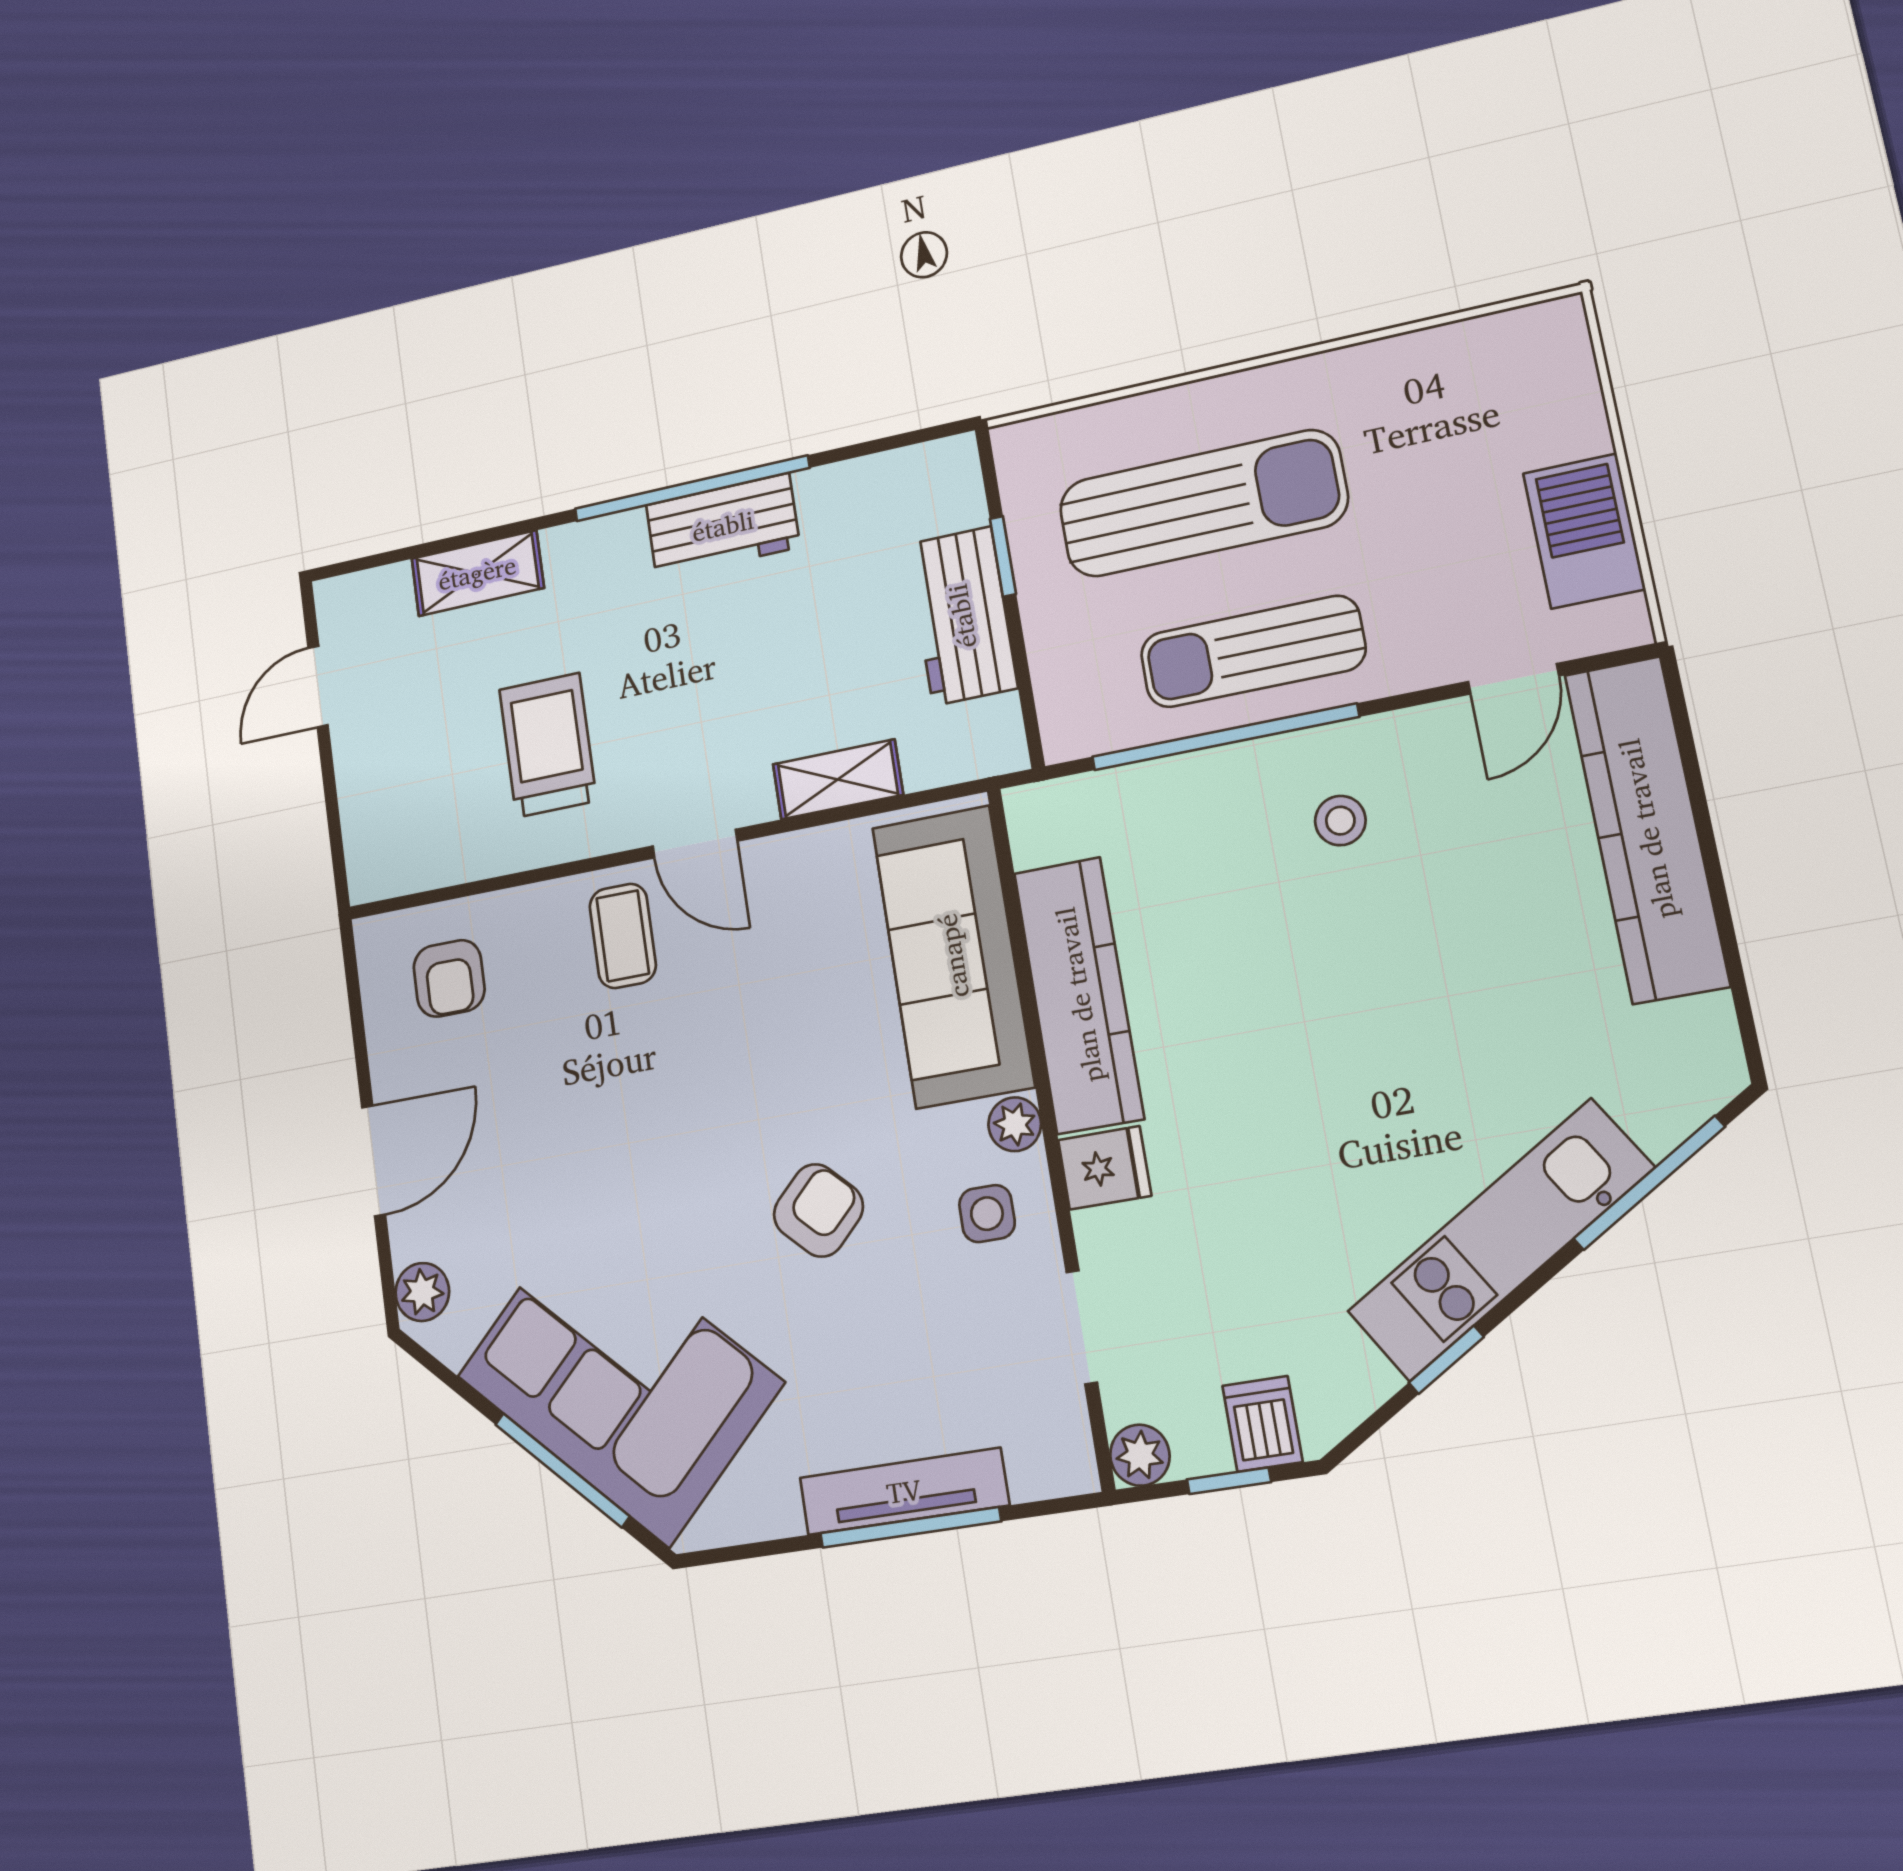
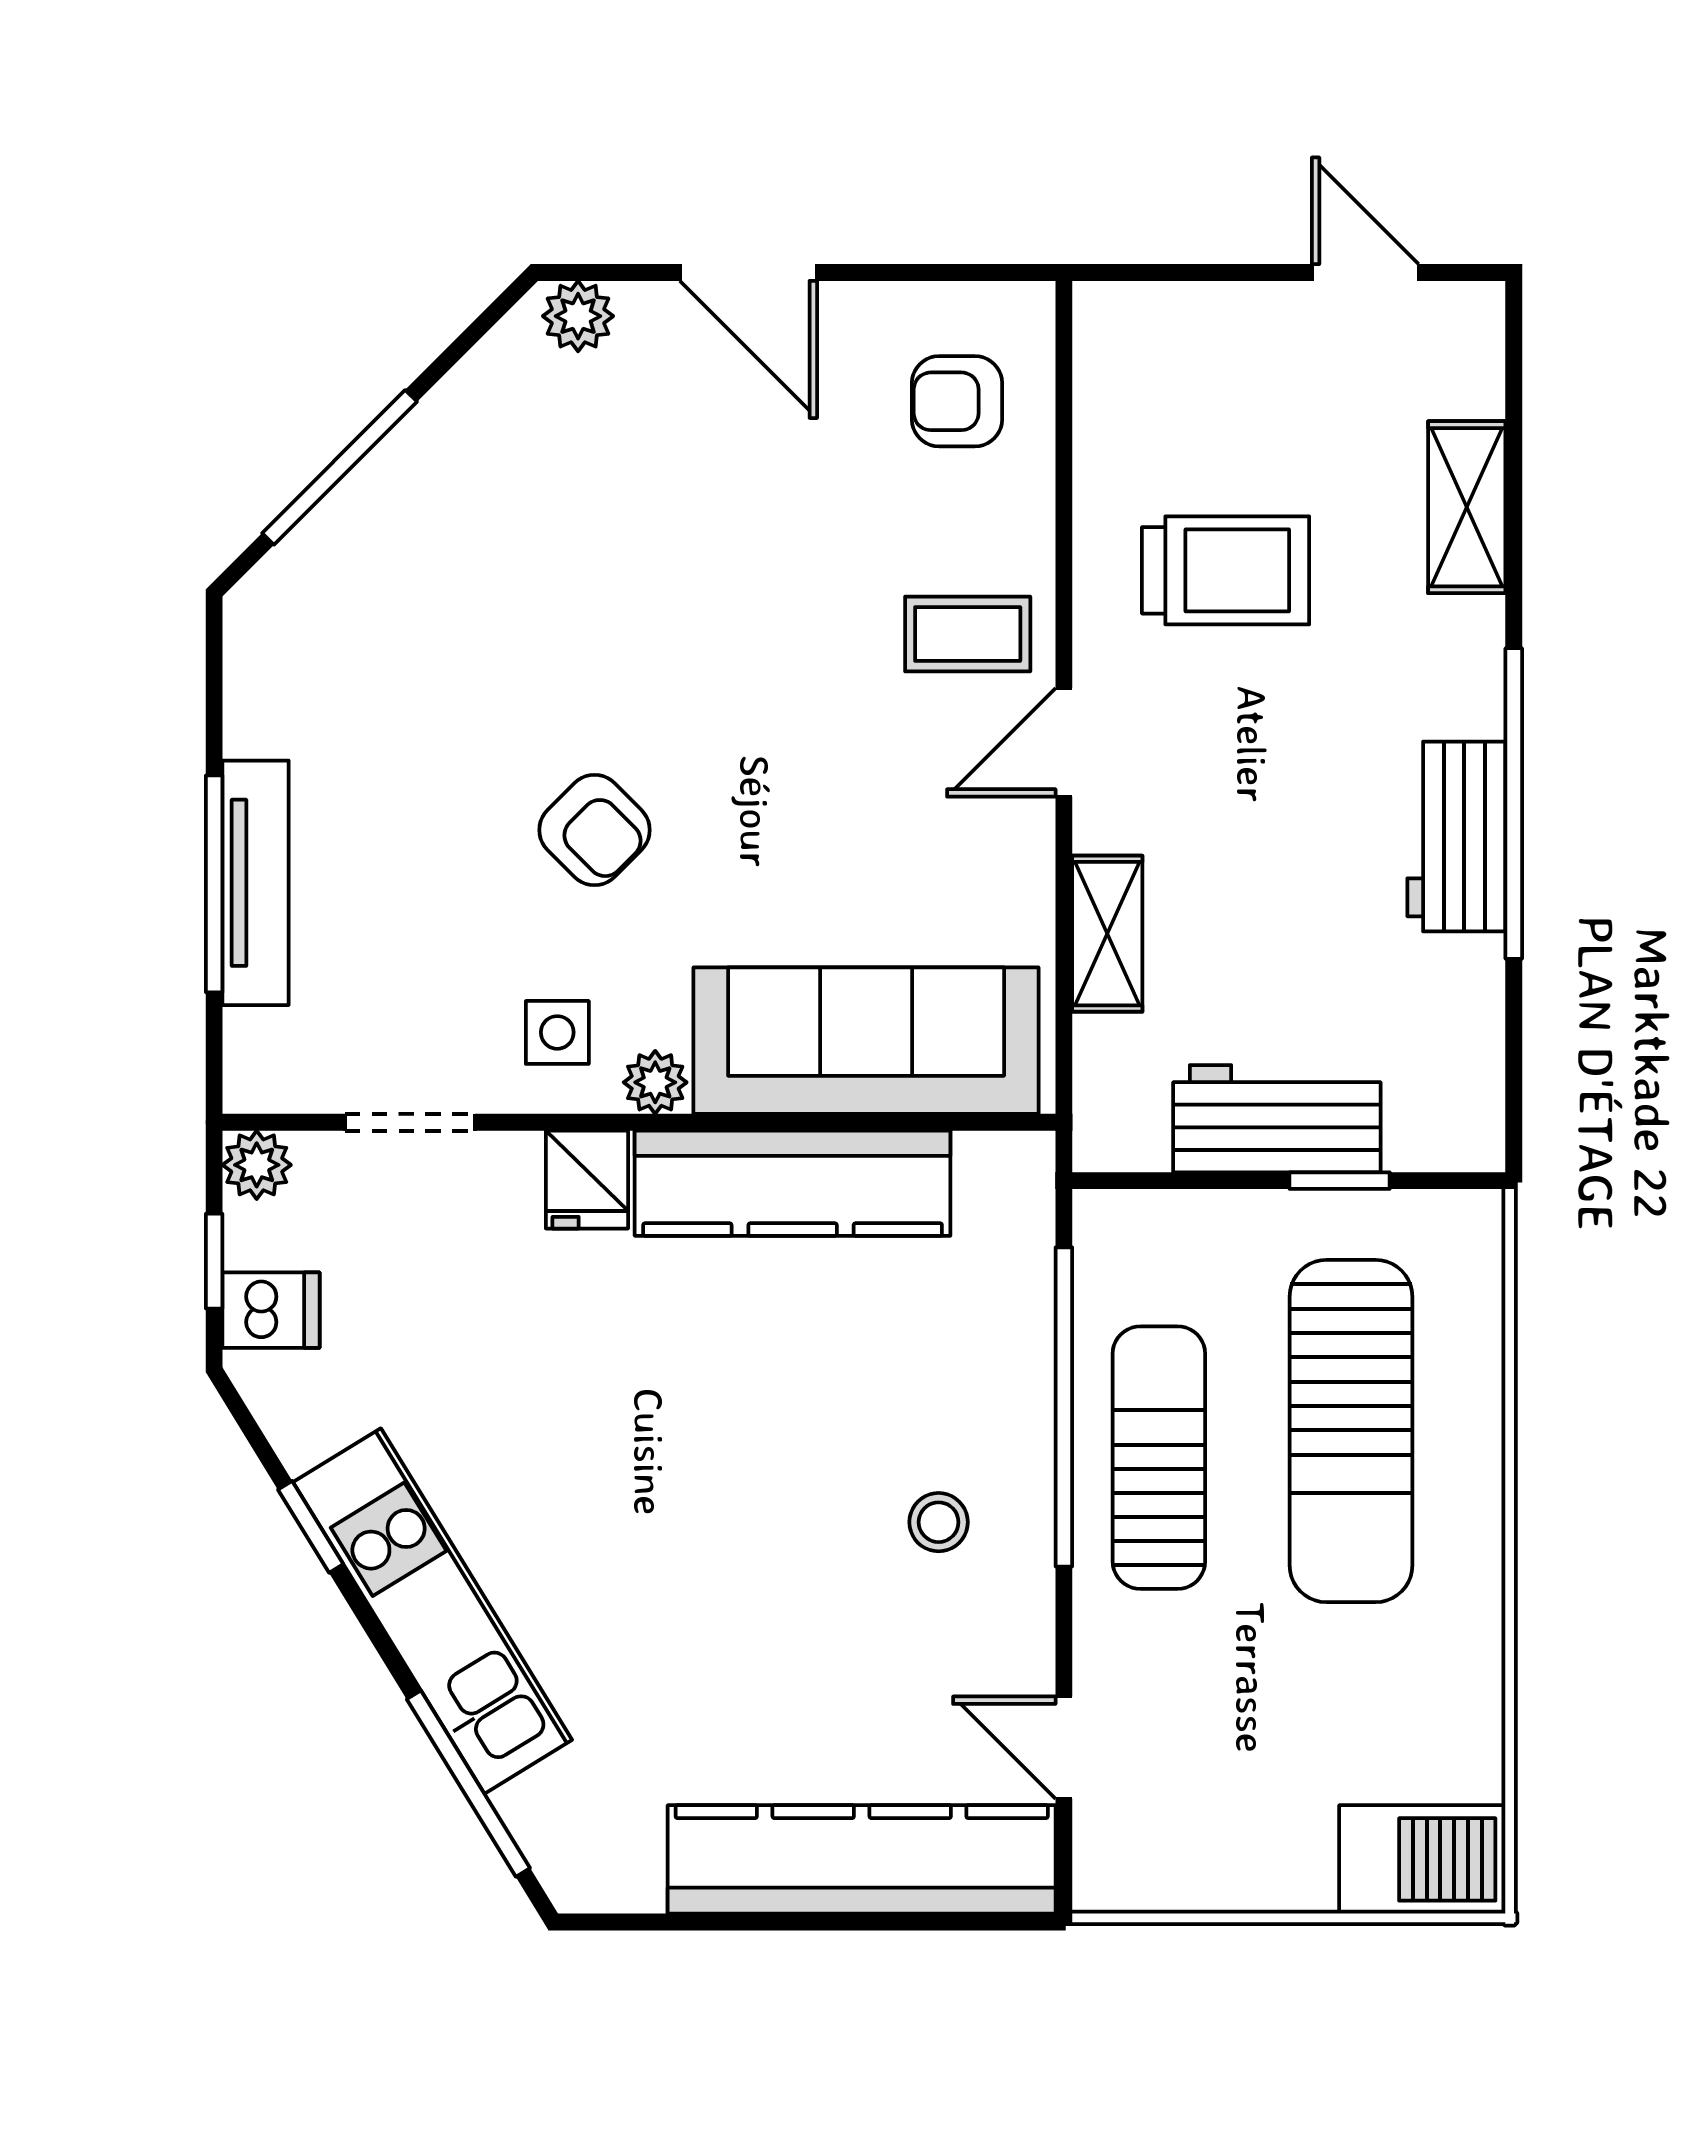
barbecue: (1584, 531) -> (1422, 1859), moved
corner sofa: (619, 1379) -> (435, 554), removed

